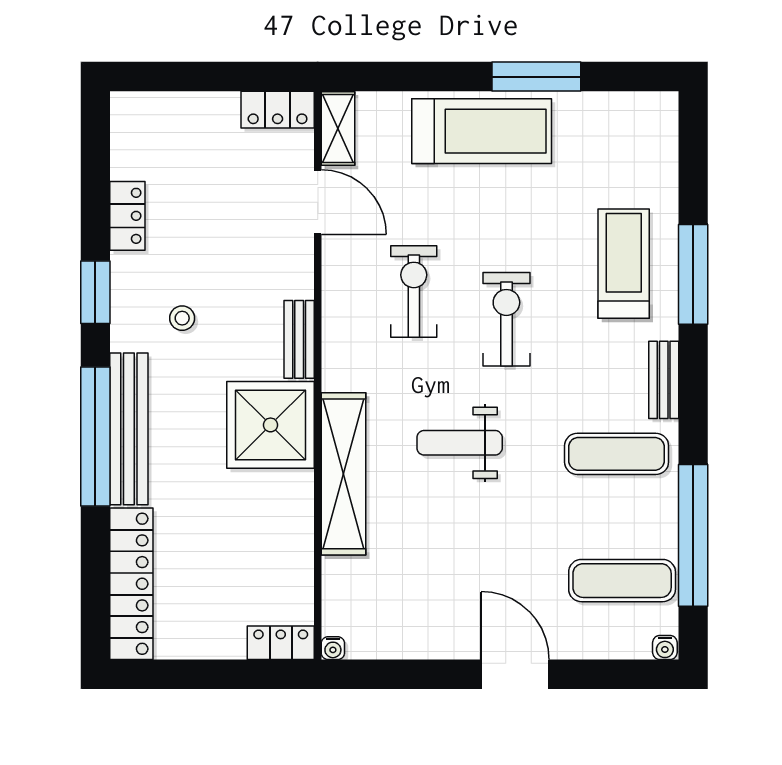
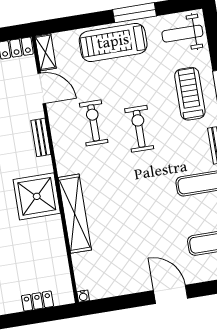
treadmill: (482, 131) -> (113, 42), turned 180
bench: (299, 339) -> (41, 137), moved
weight bench: (460, 443) -> (182, 34), moved
locker: (281, 643) -> (37, 301), moved

